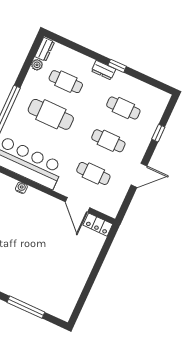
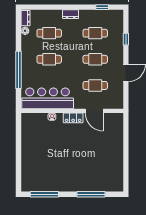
window: (117, 66) -> (102, 7), moved
cafe table: (51, 114) -> (49, 59), width x0.73, depth x0.74
locker: (98, 225) -> (73, 118), moved

